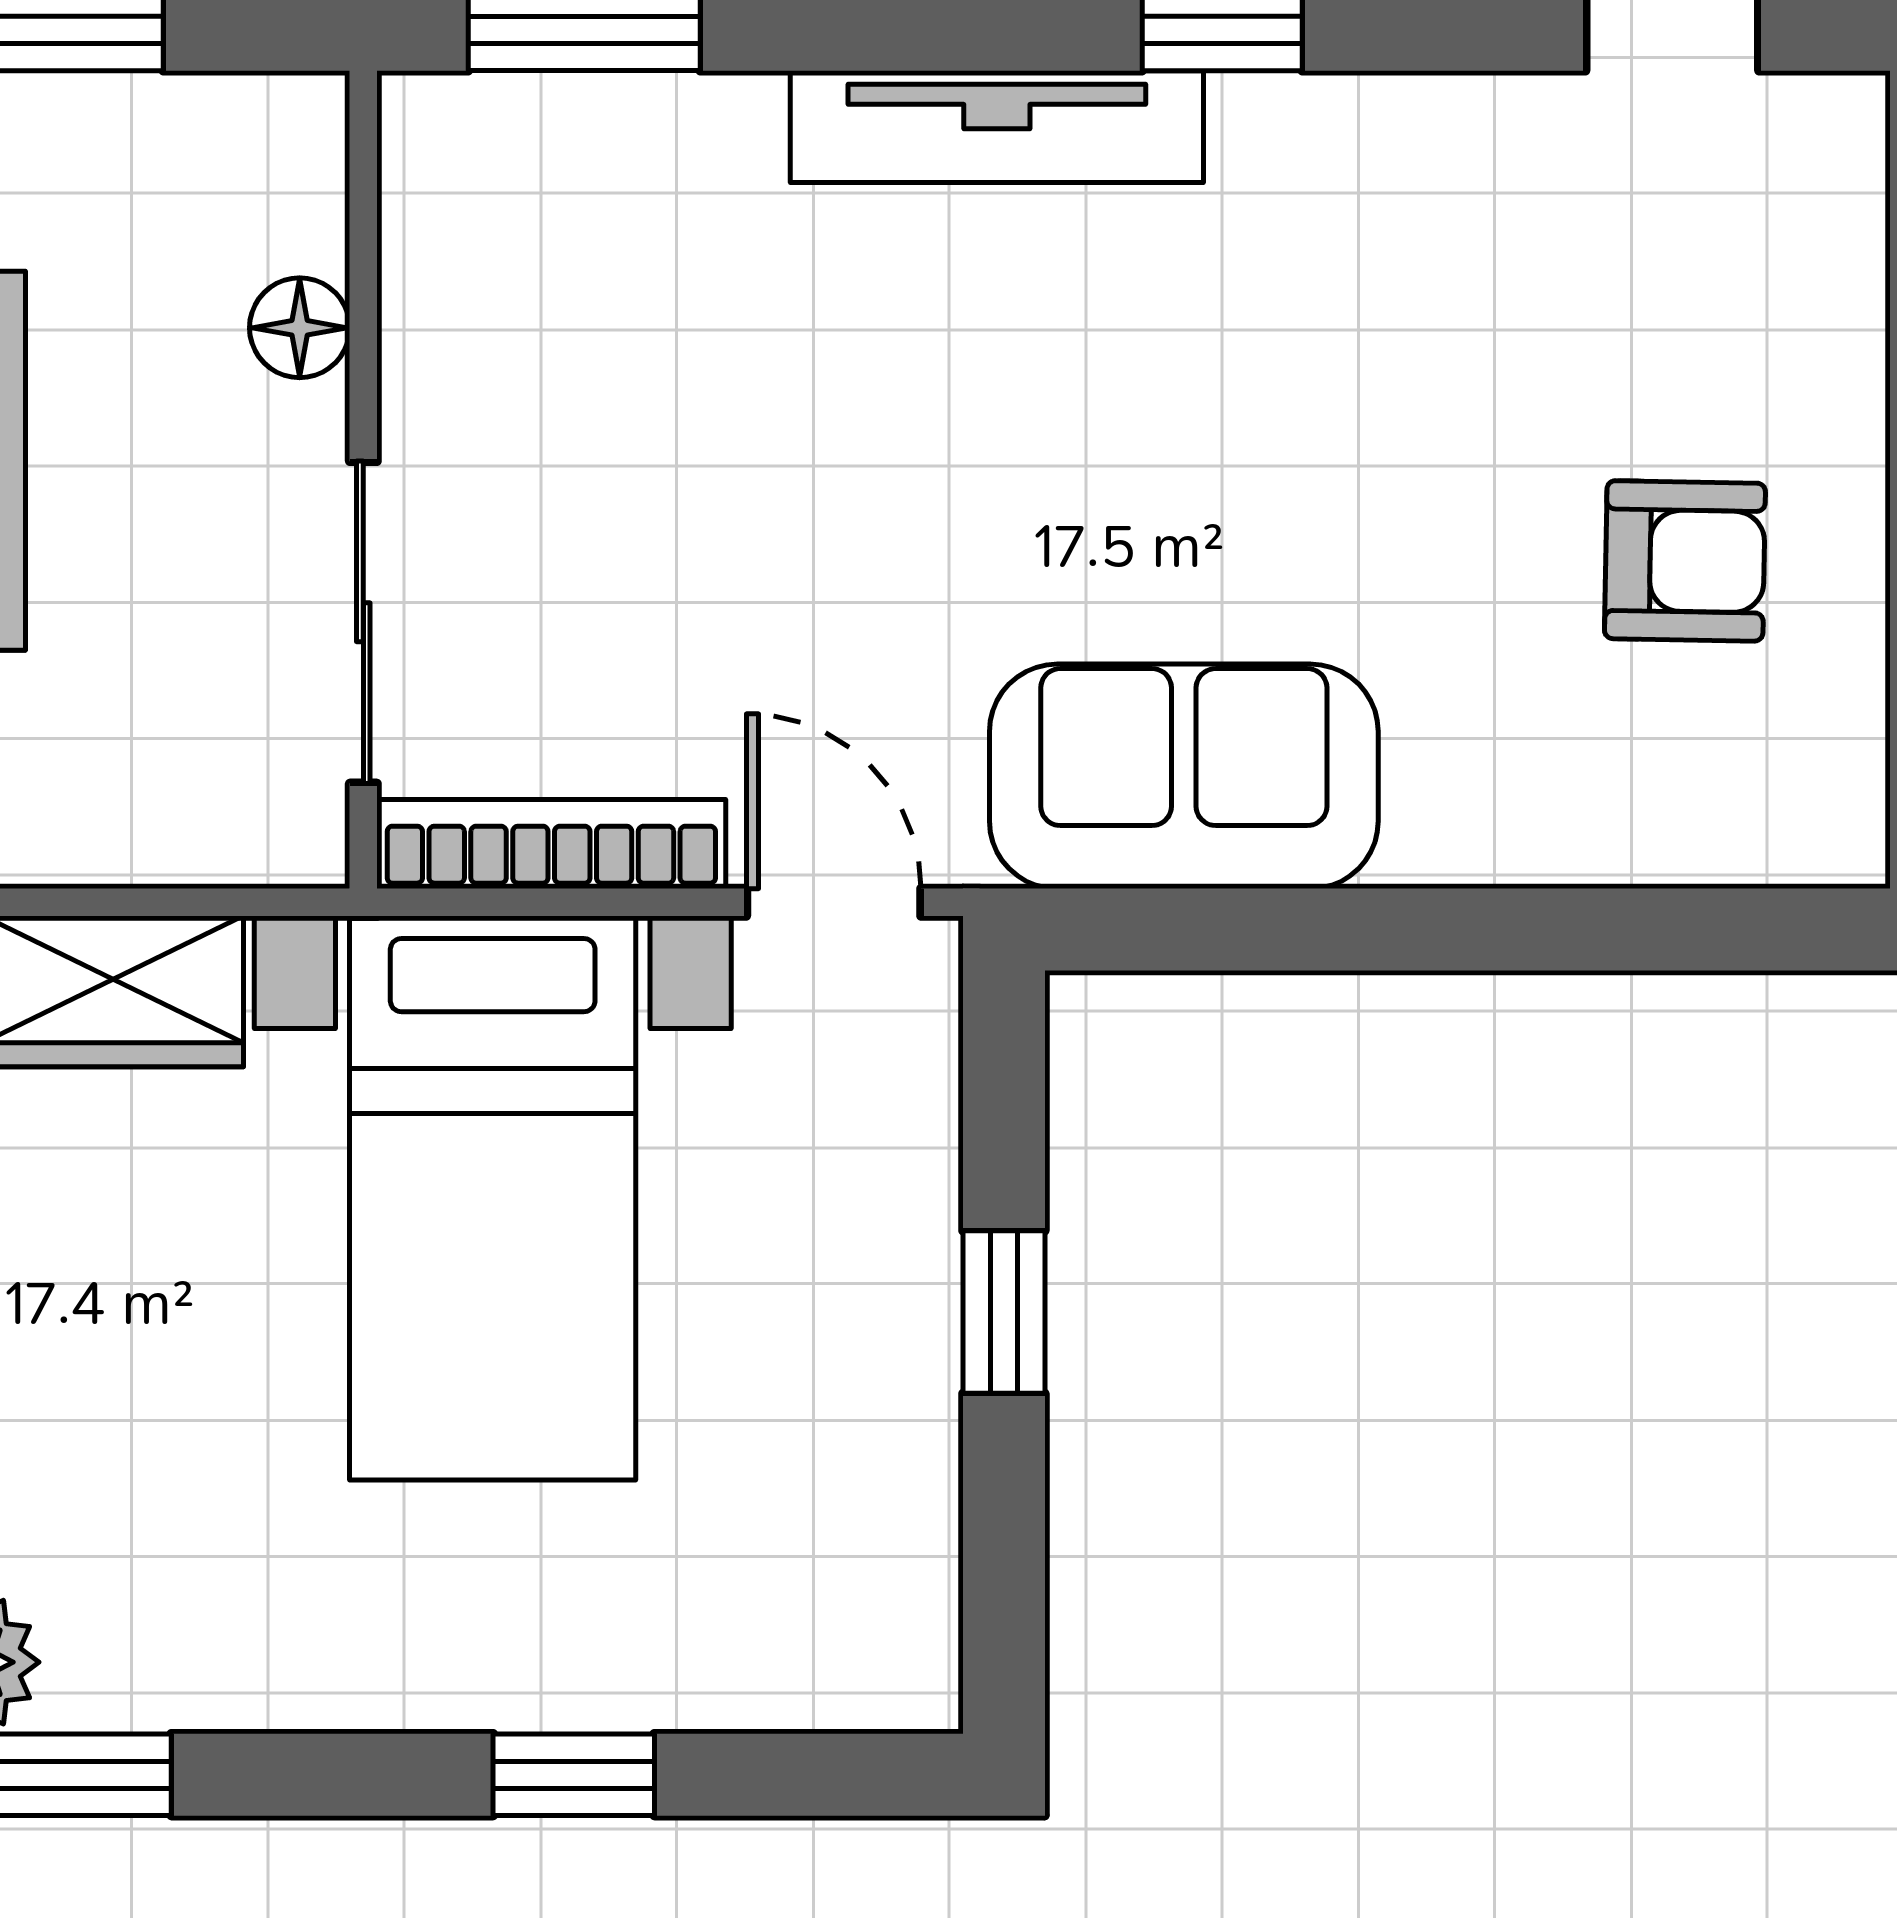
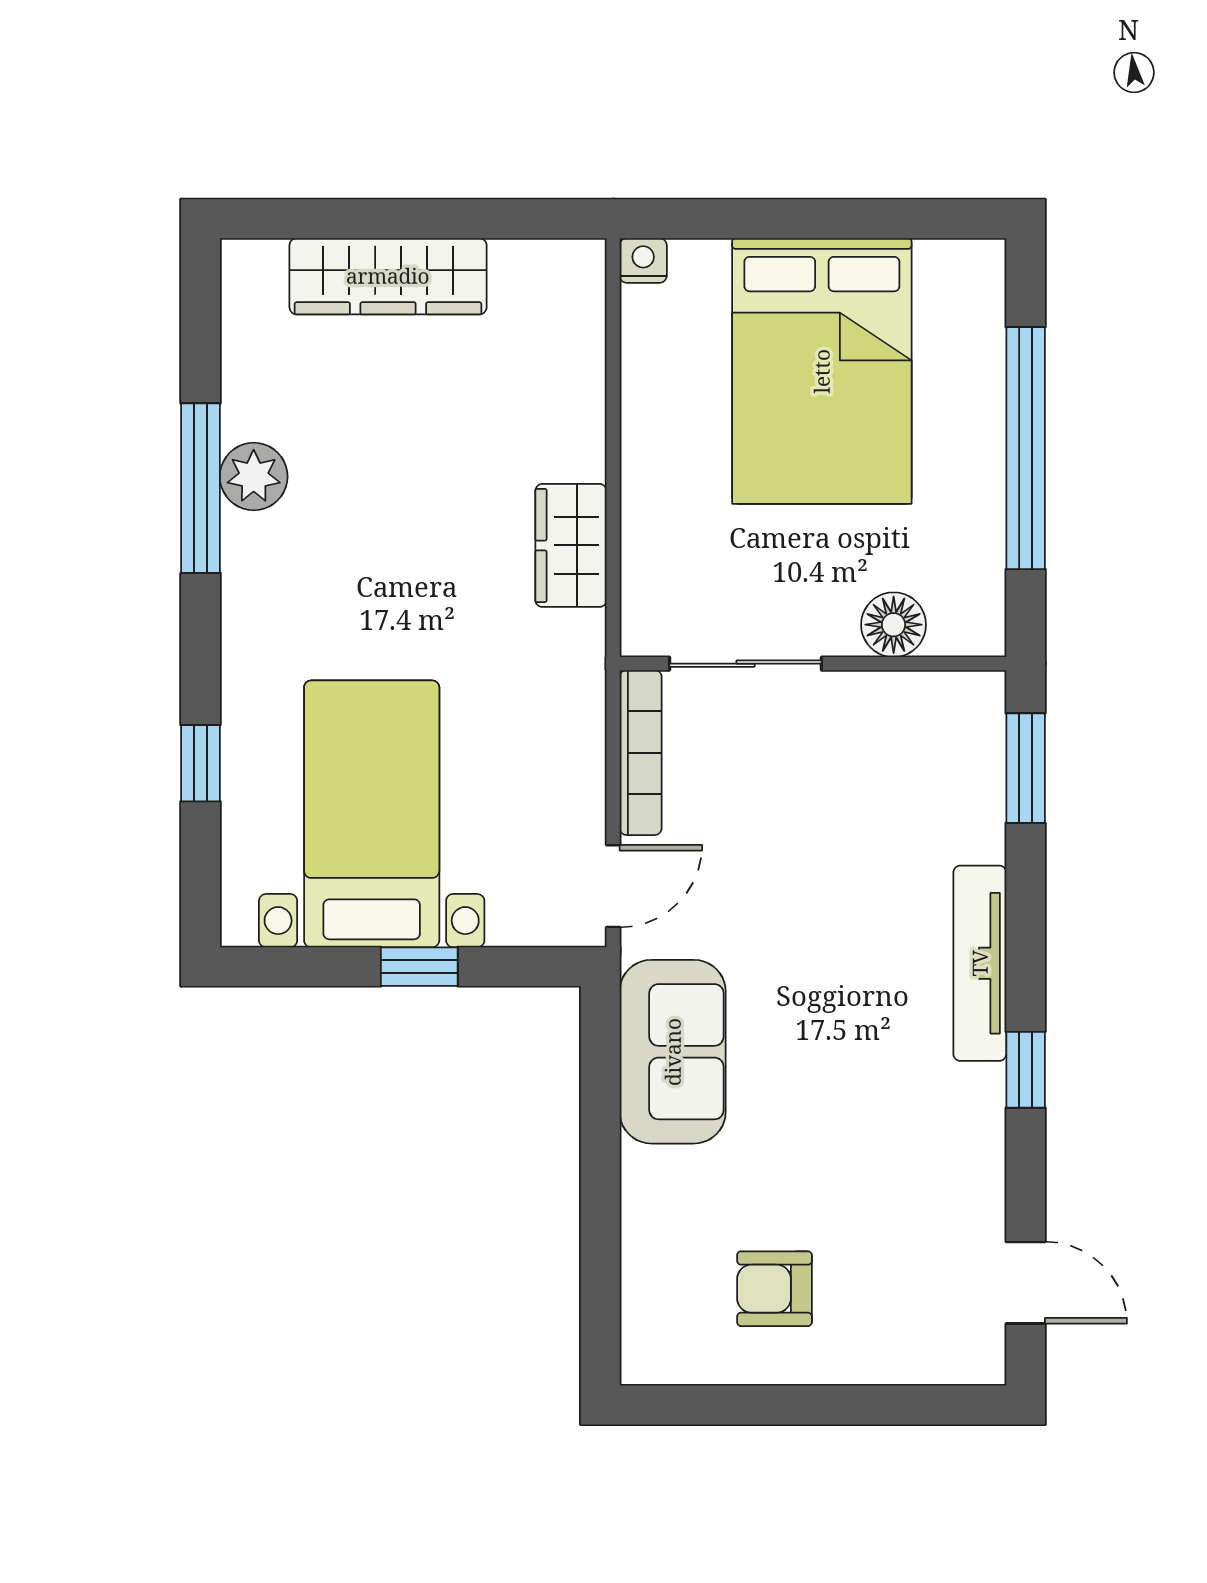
floor lamp: (300, 328) -> (894, 625), width x1.37, depth x1.37
armchair: (1685, 561) -> (774, 1289), turned 89
bed with nightstands: (493, 1198) -> (372, 814), moved, turned 90

